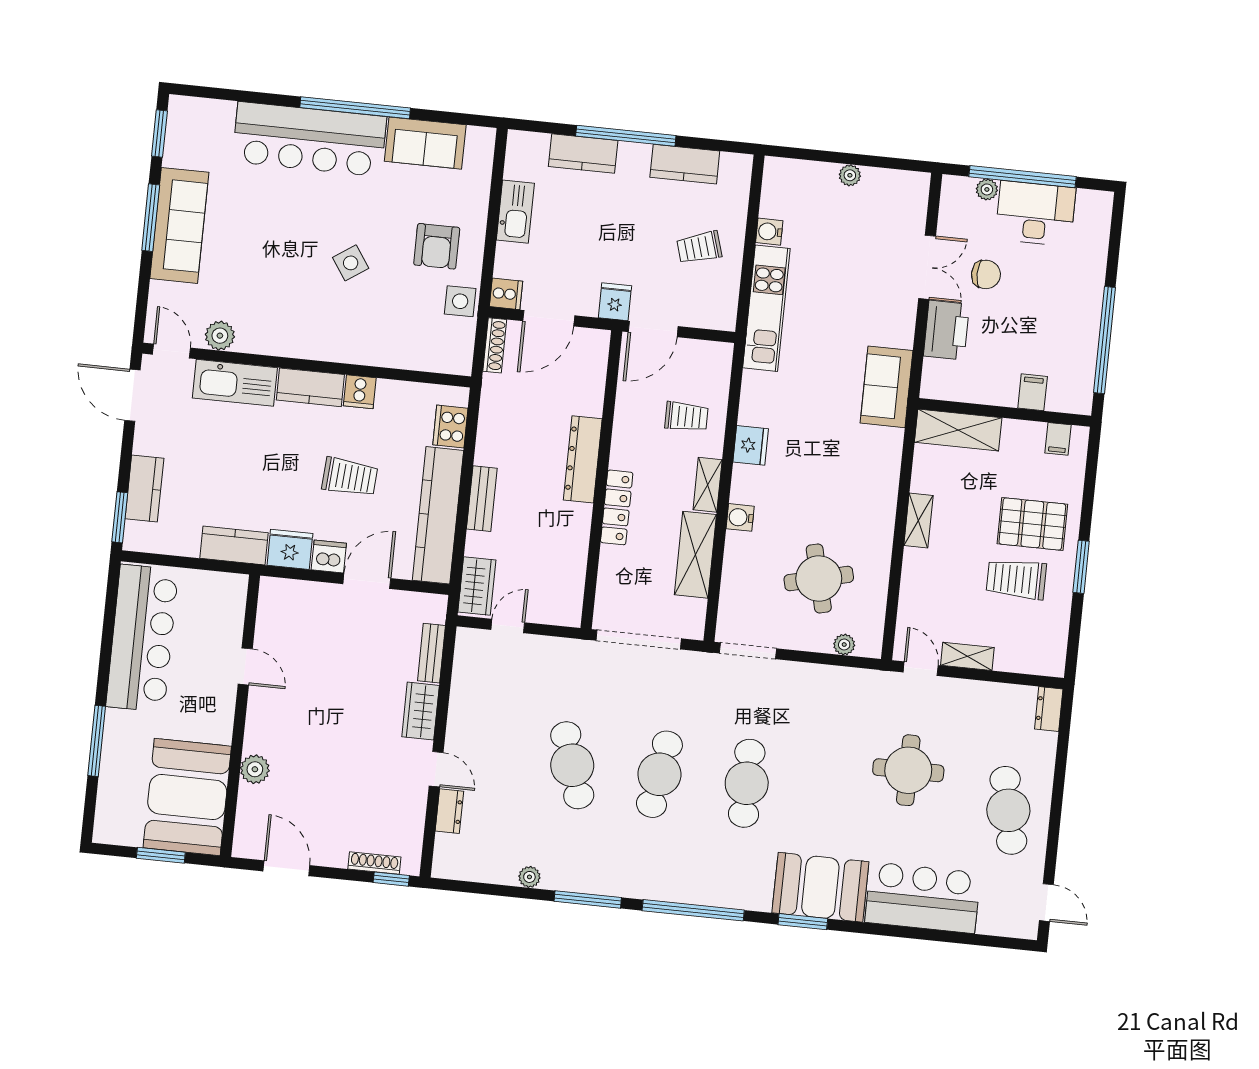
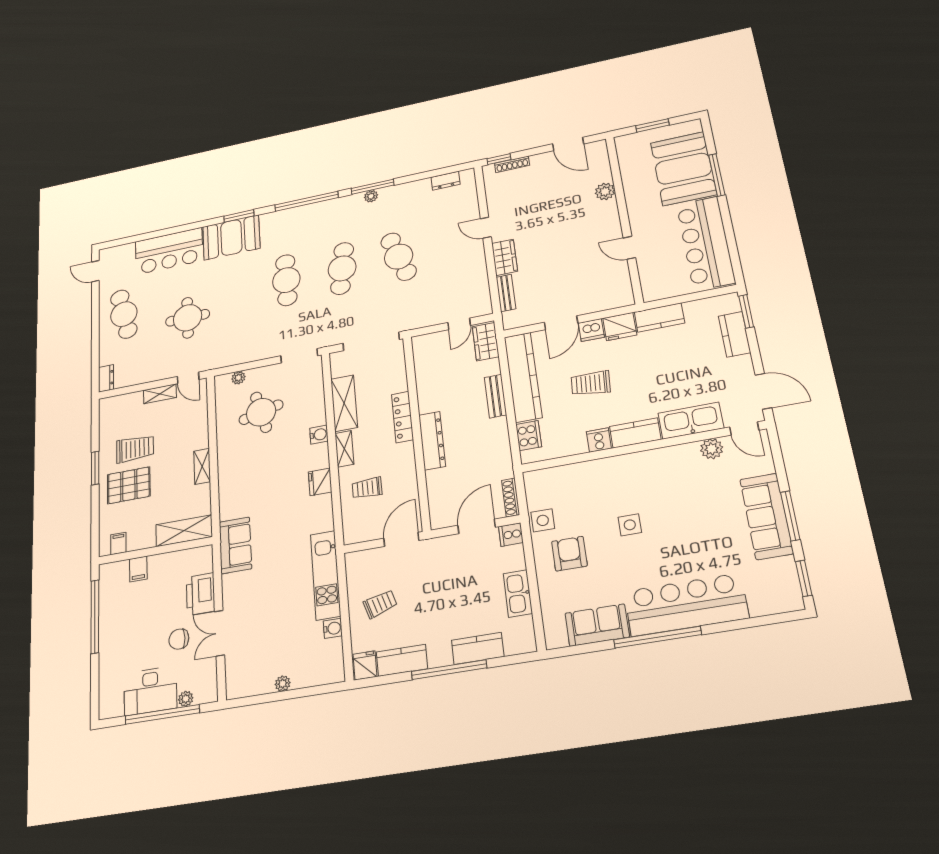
side table: (351, 263) -> (630, 525), turned 34
fridge: (615, 302) -> (365, 665), moved, turned 180
booth: (187, 797) -> (683, 169), moved
dresser: (449, 811) -> (446, 181), moved, turned -90
plant: (529, 877) -> (371, 196), moved

